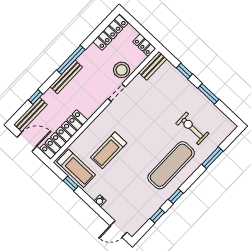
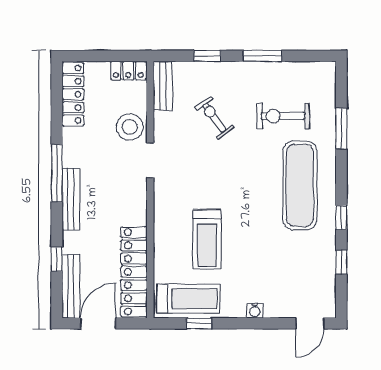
exercise bike: (162, 101) -> (214, 118), added

